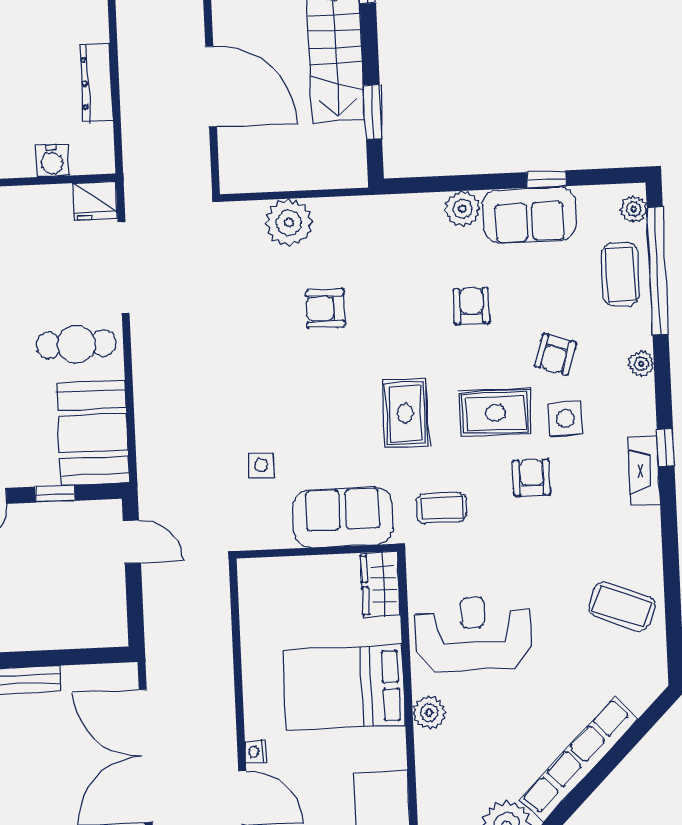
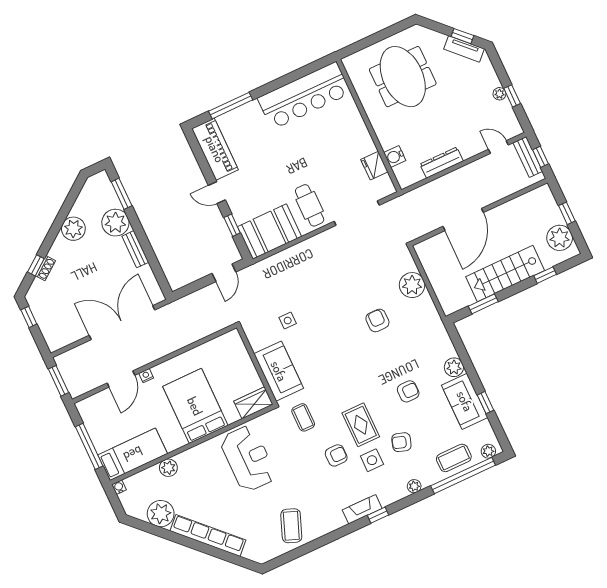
fridge: (95, 201) -> (374, 166), moved
rug: (405, 413) -> (342, 381), removed
plant: (429, 713) -> (168, 468), moved

